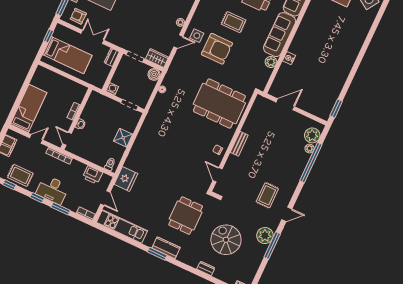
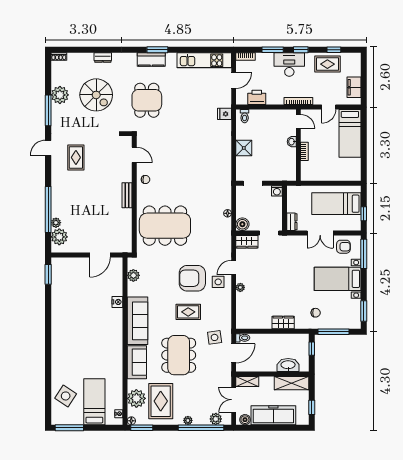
plant: (271, 62) -> (133, 275), moved
fridge: (126, 179) -> (224, 114), width x0.53, depth x0.75
door: (105, 198) -> (234, 81), swing flipped
plant: (265, 236) -> (60, 95), moved

